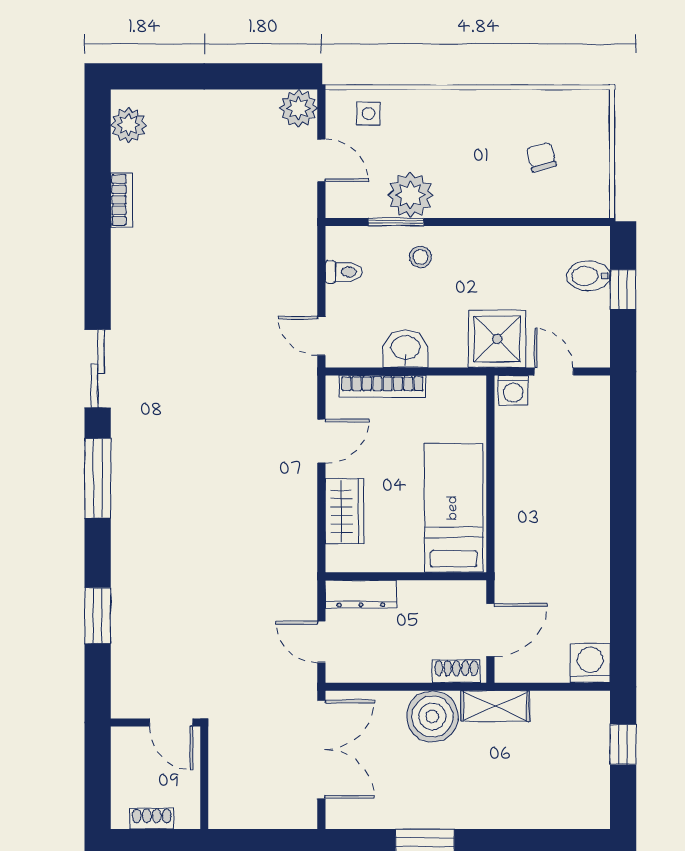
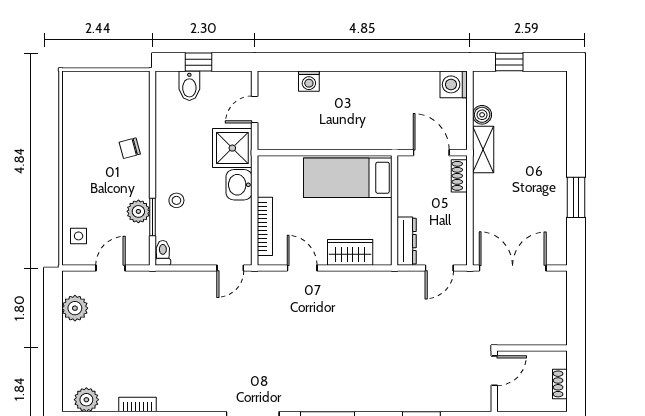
plant: (299, 108) -> (75, 308), moved
chair: (541, 157) -> (130, 148), moved
plant: (410, 195) -> (138, 211), width x0.73, depth x0.73
toilet: (344, 272) -> (163, 253), moved
washbasin: (406, 349) -> (239, 185), moved
washing machine: (513, 390) -> (309, 81), moved, turned 90
boiler: (432, 716) -> (482, 115), moved, width x0.54, depth x0.54

